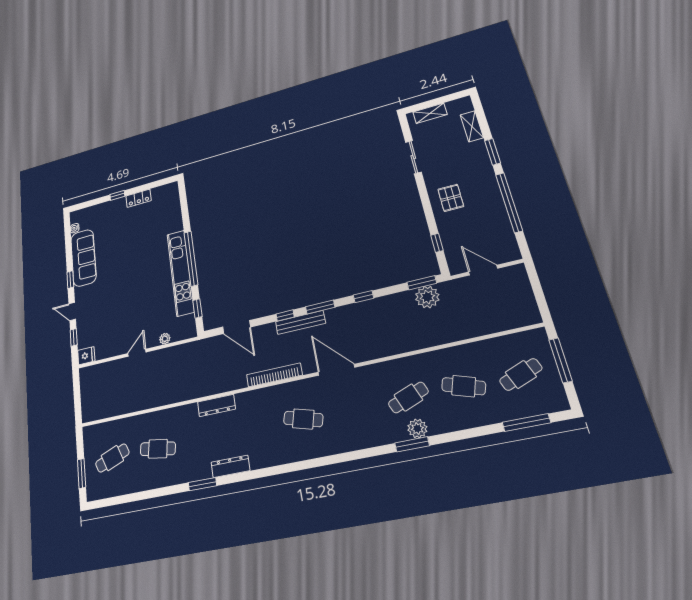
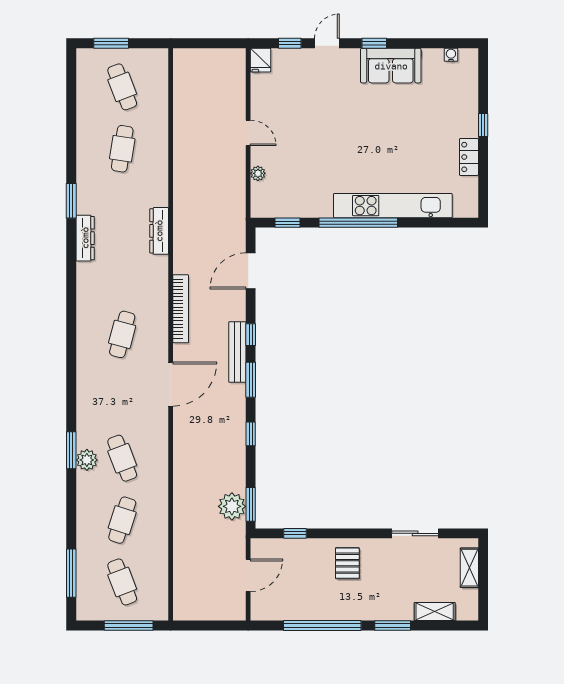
pallet: (451, 198) -> (347, 563), turned 90
sofa: (83, 258) -> (391, 66), width x0.73
kitchen unit: (180, 273) -> (393, 206), moved

